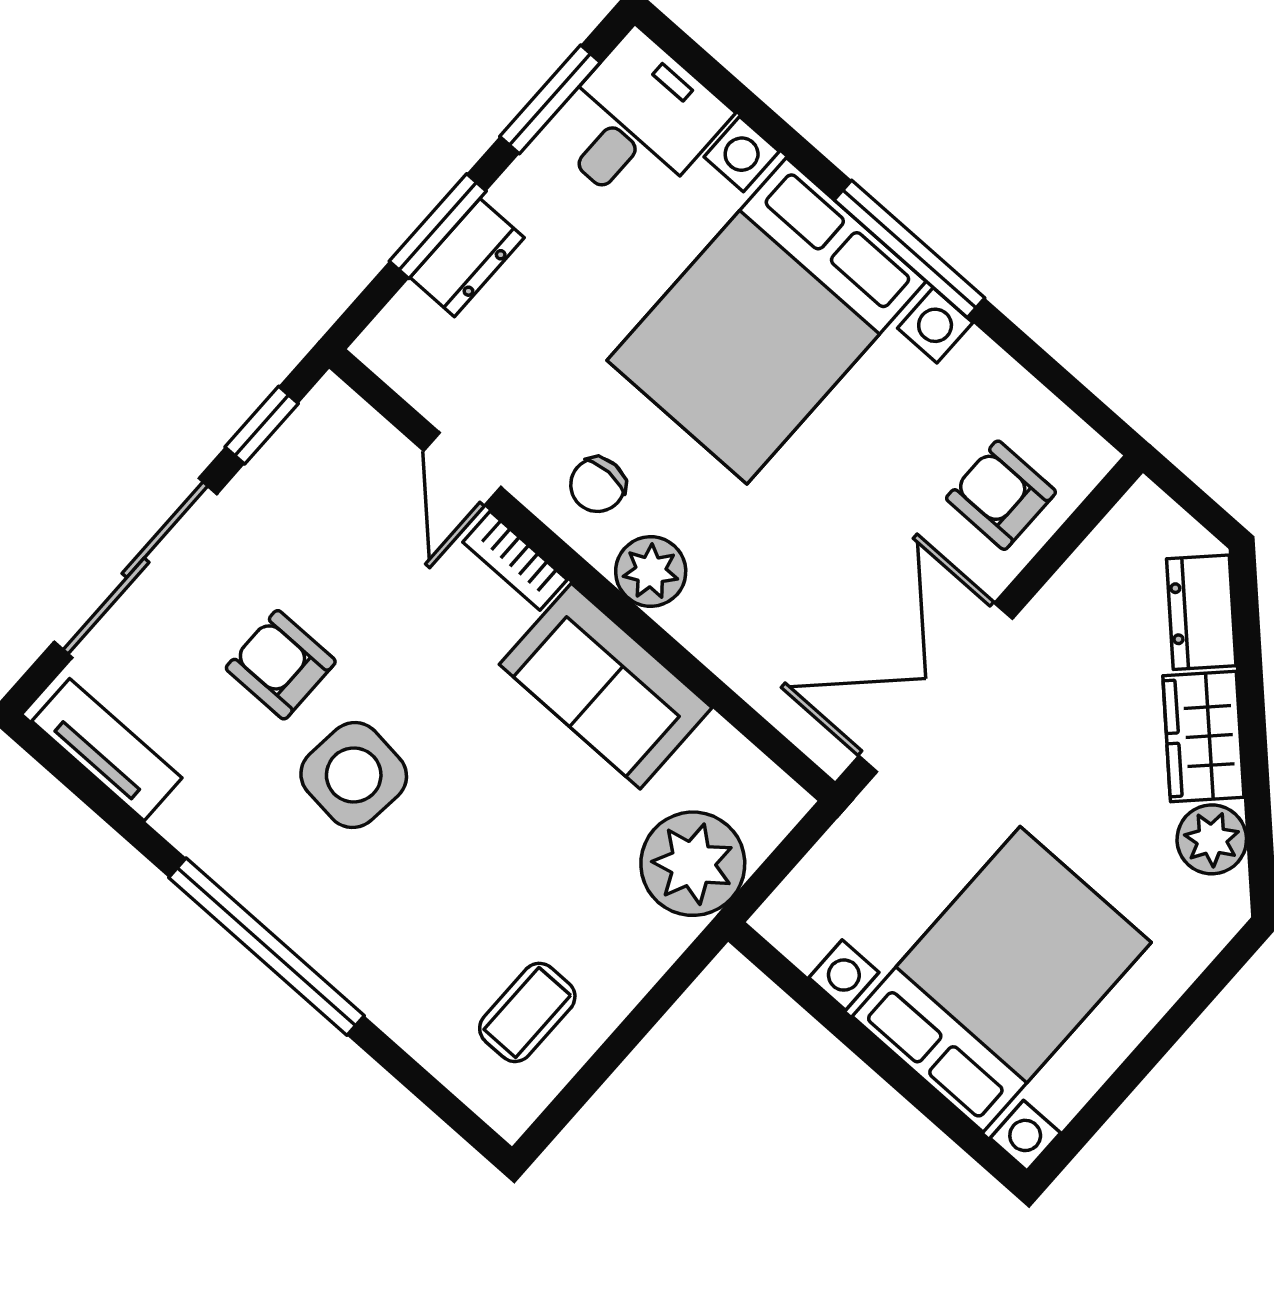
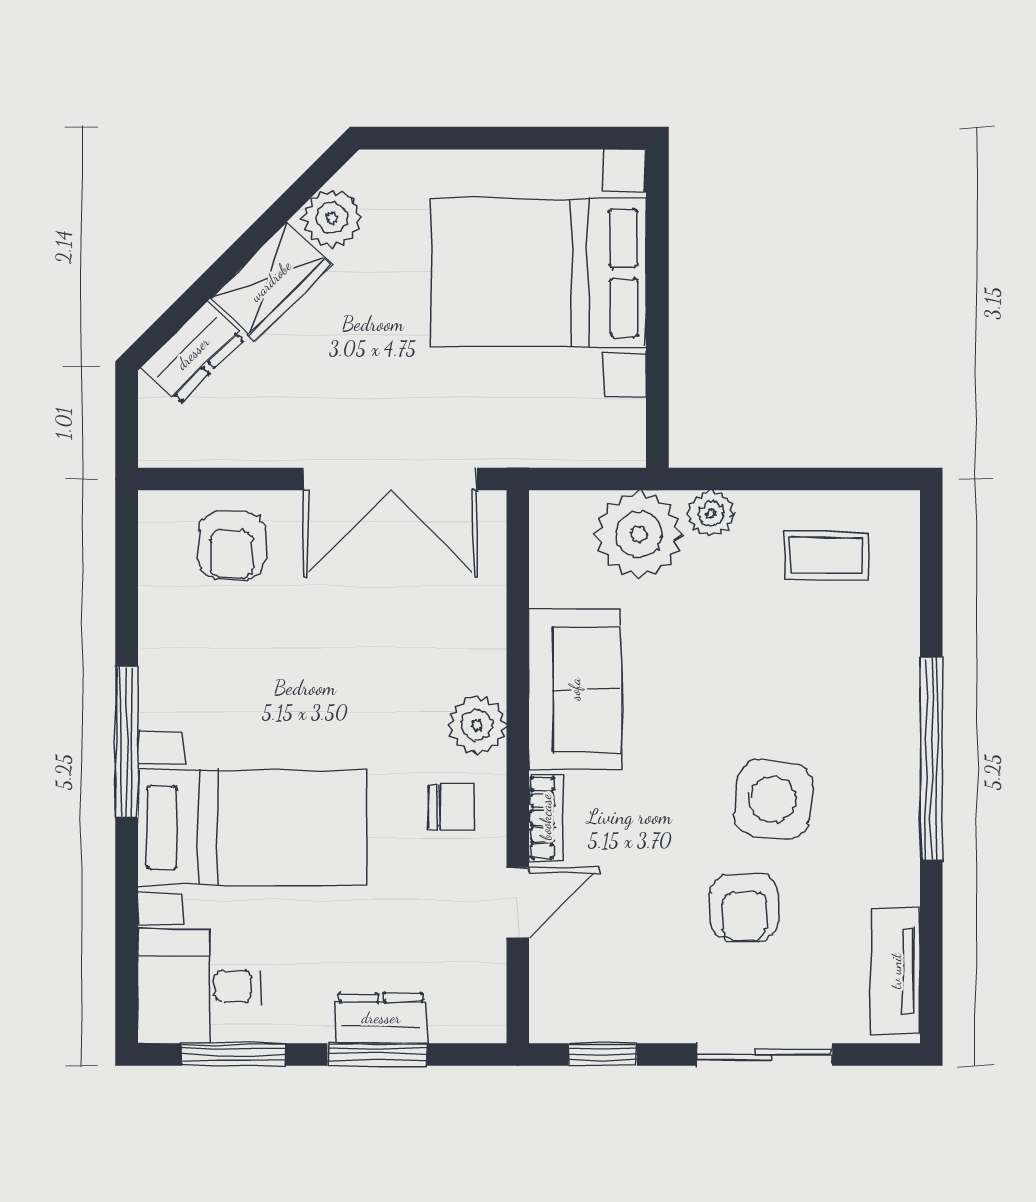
bed with nightstands: (767, 321) -> (253, 827), width x0.73
sliding door: (135, 568) -> (764, 1055), width x0.73
plant: (655, 943) -> (711, 514), added

